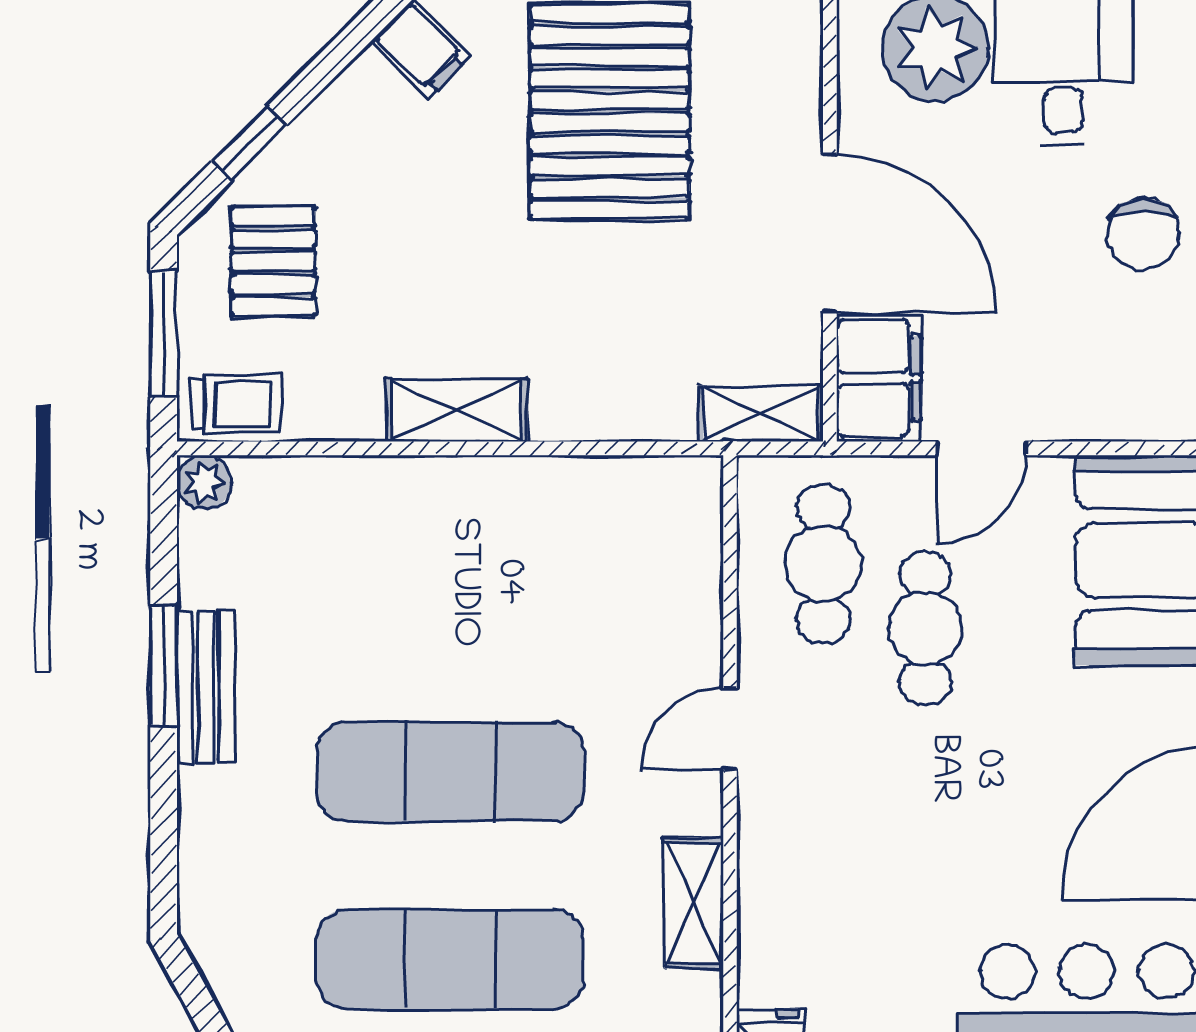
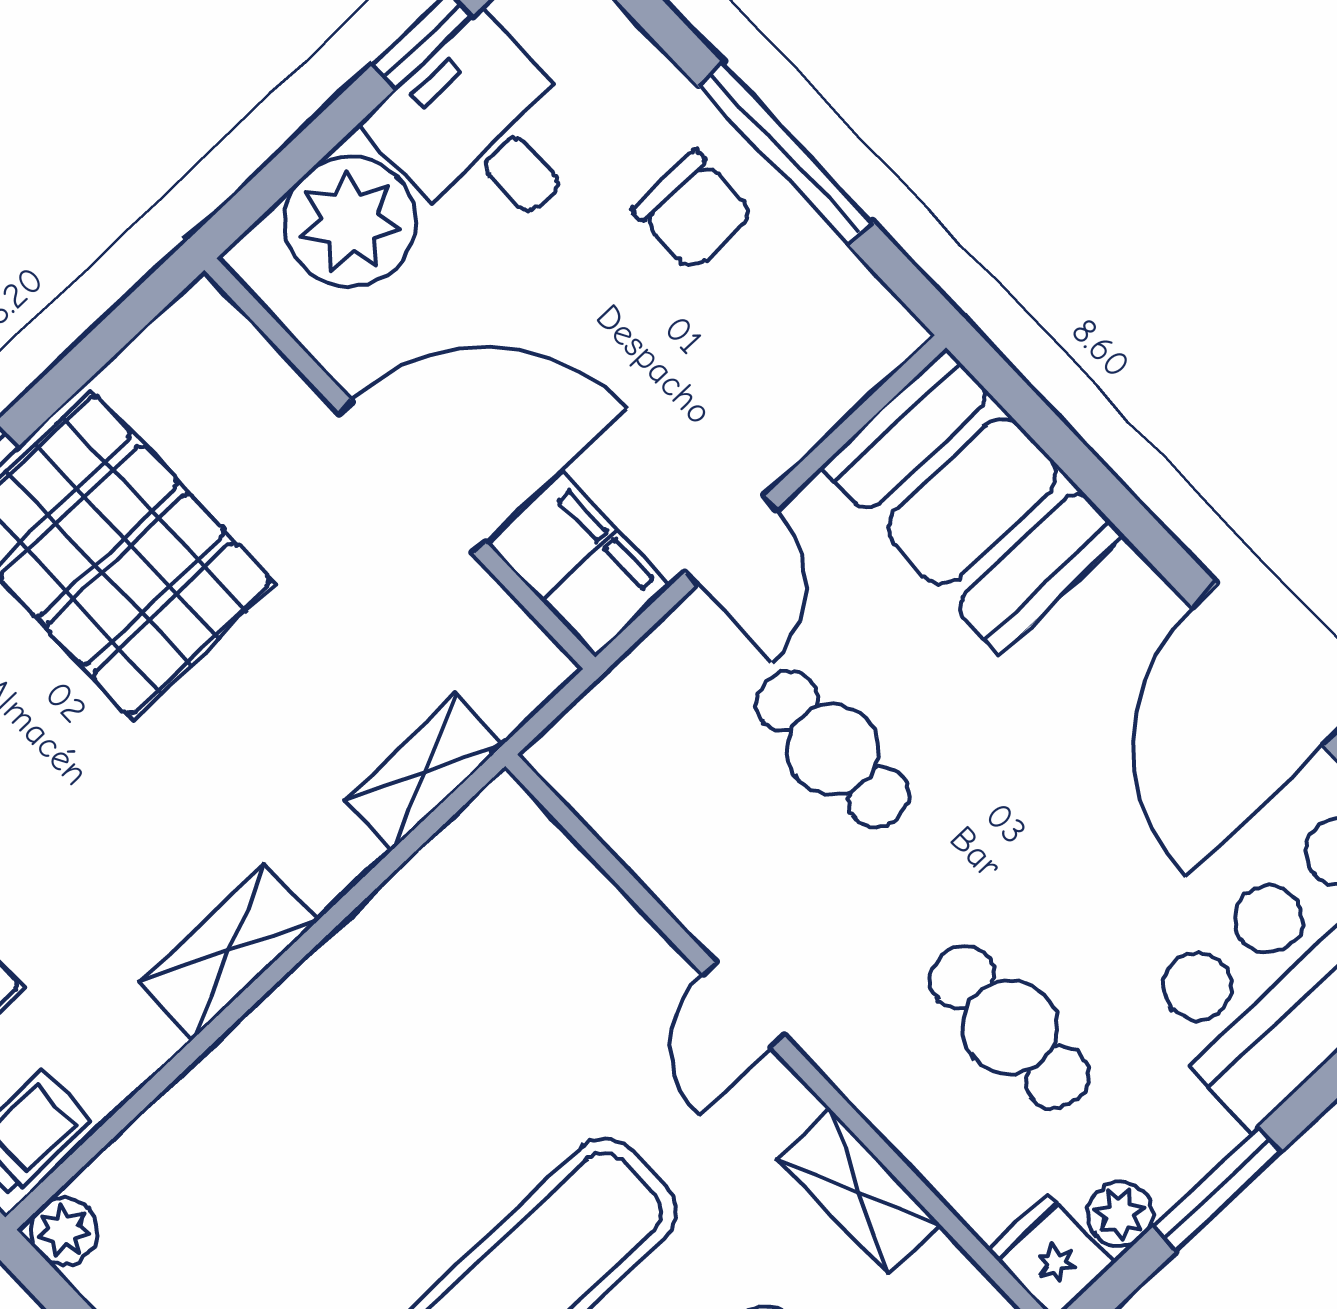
shelving: (761, 414) -> (424, 772), moved
cafe table: (823, 564) -> (1010, 1027), moved

